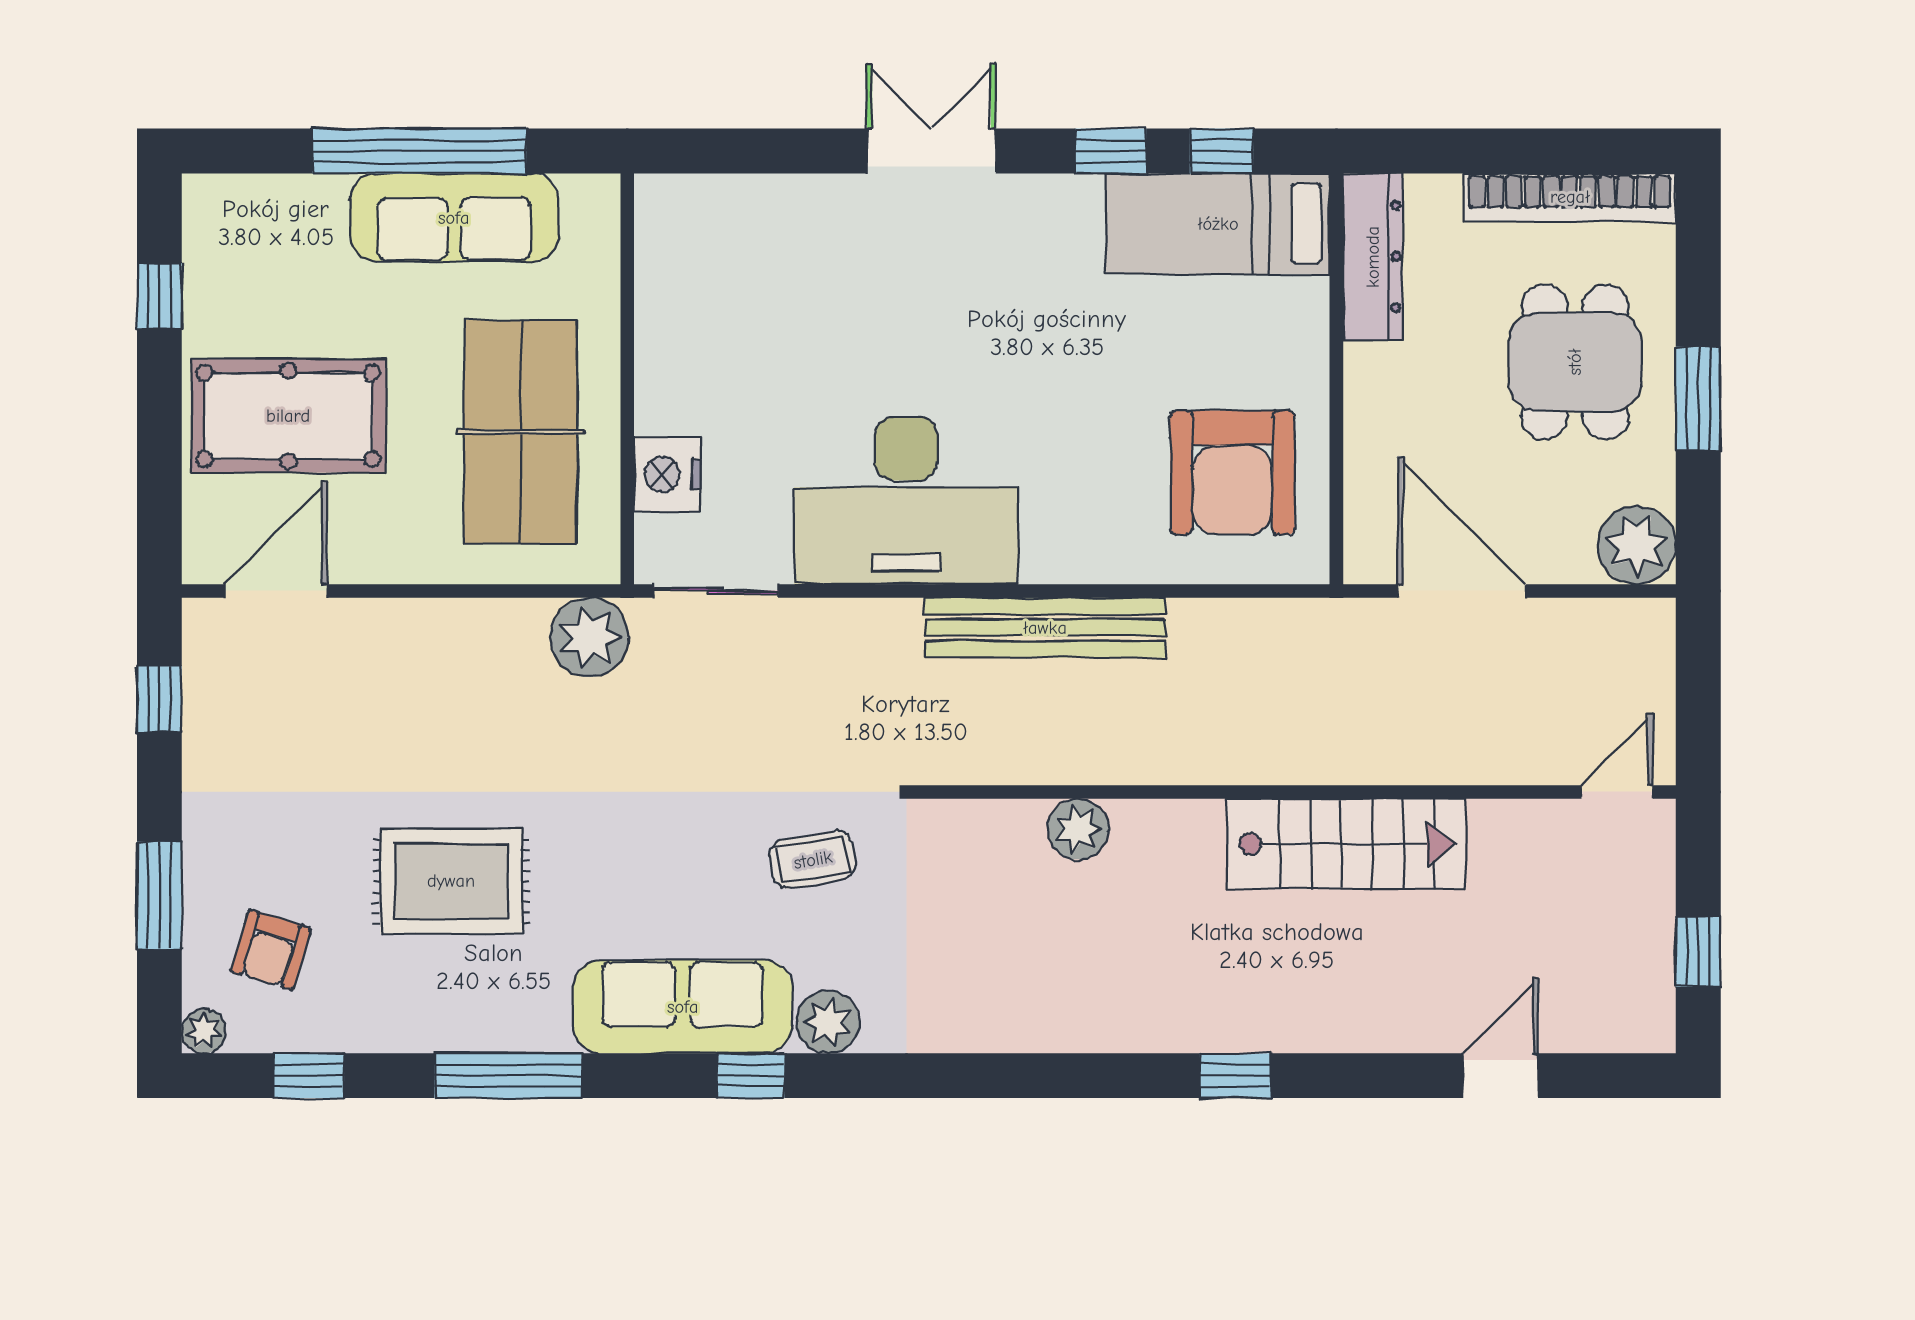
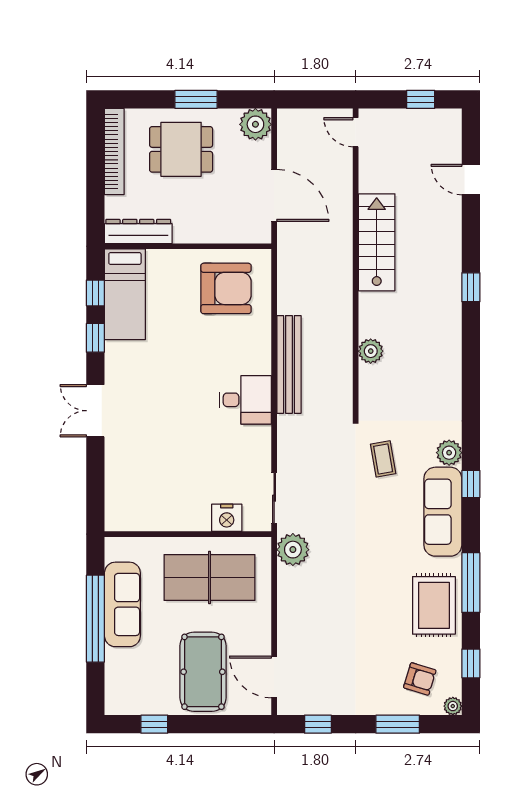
desk: (906, 501) -> (245, 400), width x0.53, depth x0.77
door: (1462, 591) -> (274, 195), swing flipped
rug: (451, 881) -> (434, 605), moved

